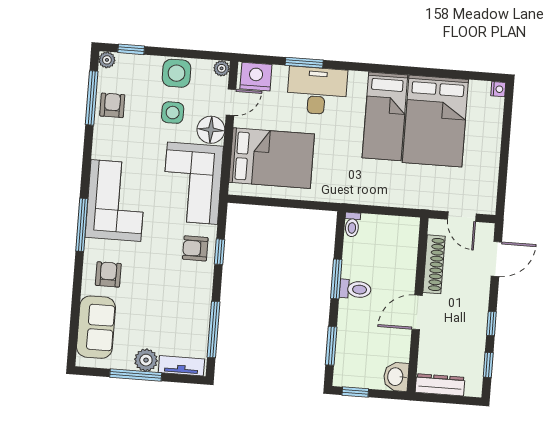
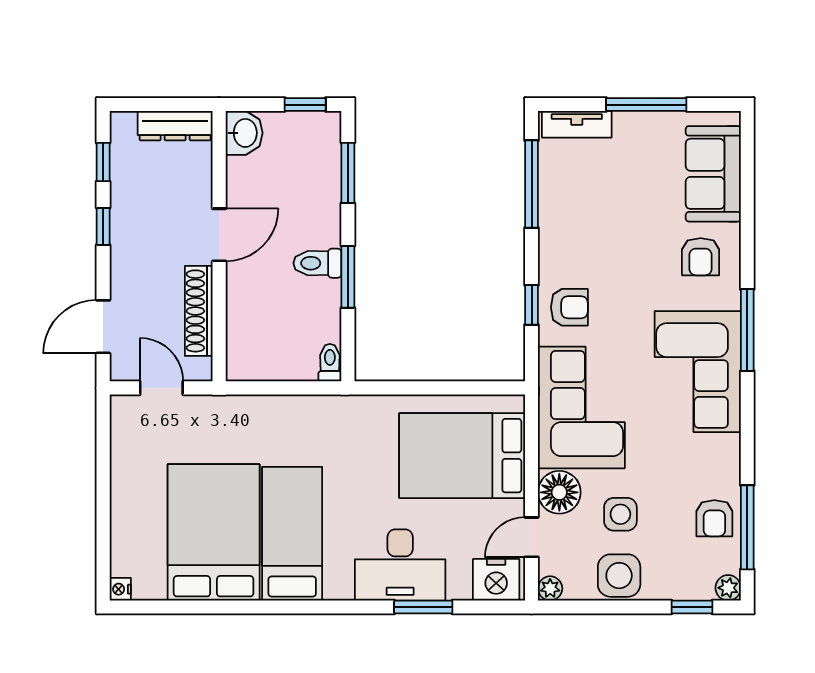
plant: (146, 360) -> (632, 129), removed

